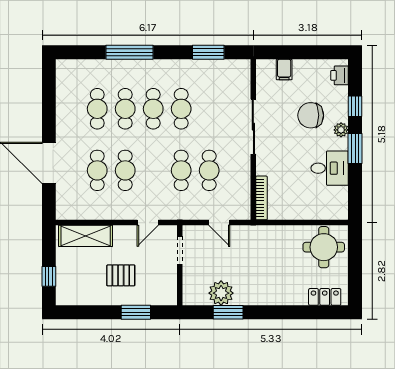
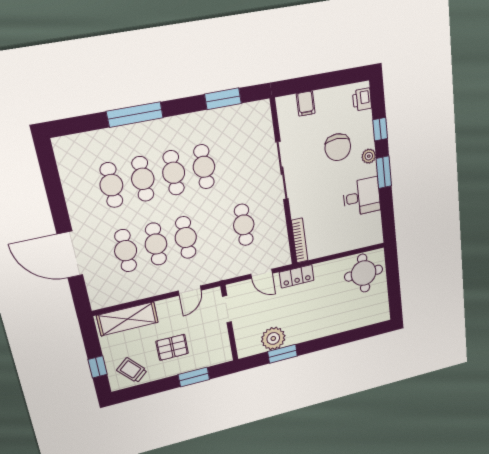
chair: (311, 115) -> (338, 147), turned -90
cafe table: (181, 170) -> (186, 238), moved
trolley: (79, 289) -> (132, 370), added
locker: (325, 297) -> (297, 276), moved, turned 180

